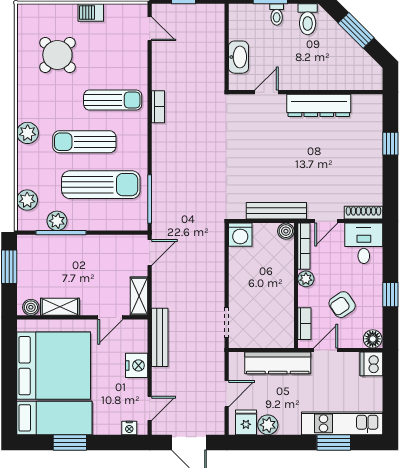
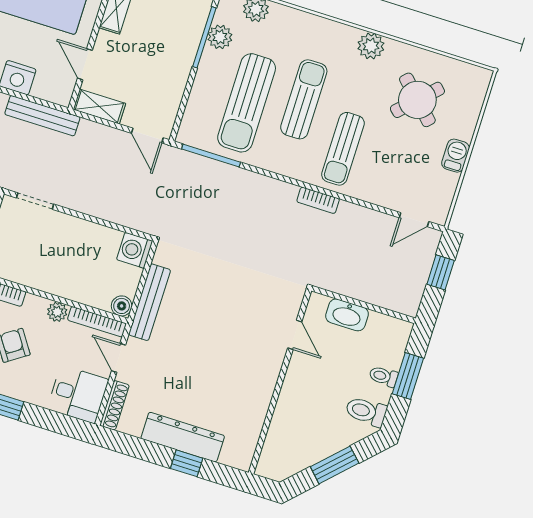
dresser: (319, 105) -> (183, 437), moved, turned 90
plant: (28, 133) -> (371, 46), moved

